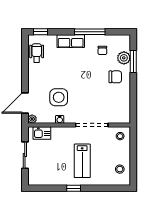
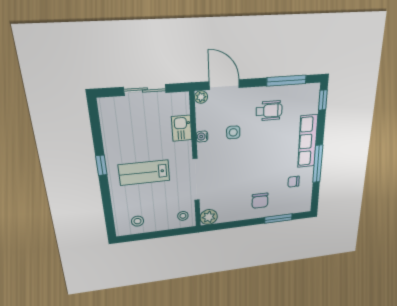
row of seats: (71, 41) -> (308, 141), width x1.48
wheelchair: (37, 53) -> (269, 111), moved
plant: (124, 58) -> (209, 217), moved
window: (25, 60) -> (286, 81), added
side table: (59, 97) -> (233, 132), width x0.54, depth x0.54
kitchen sink: (42, 133) -> (182, 128), moved

